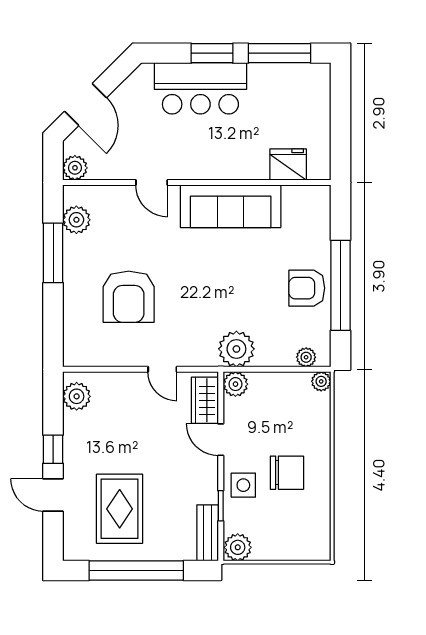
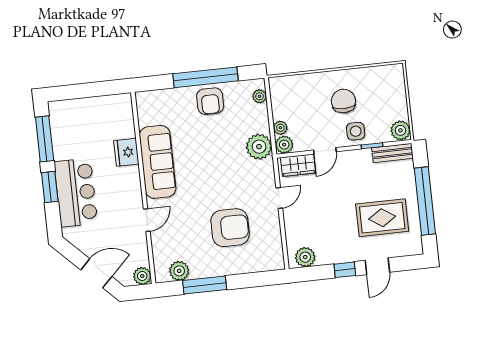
fridge: (288, 164) -> (126, 152), moved
plant: (321, 381) -> (280, 128), moved

